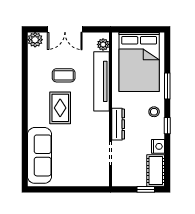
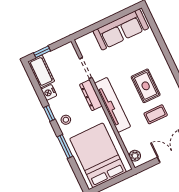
tv unit: (101, 81) -> (112, 105), moved
sofa: (40, 155) -> (121, 30), moved, turned -90

